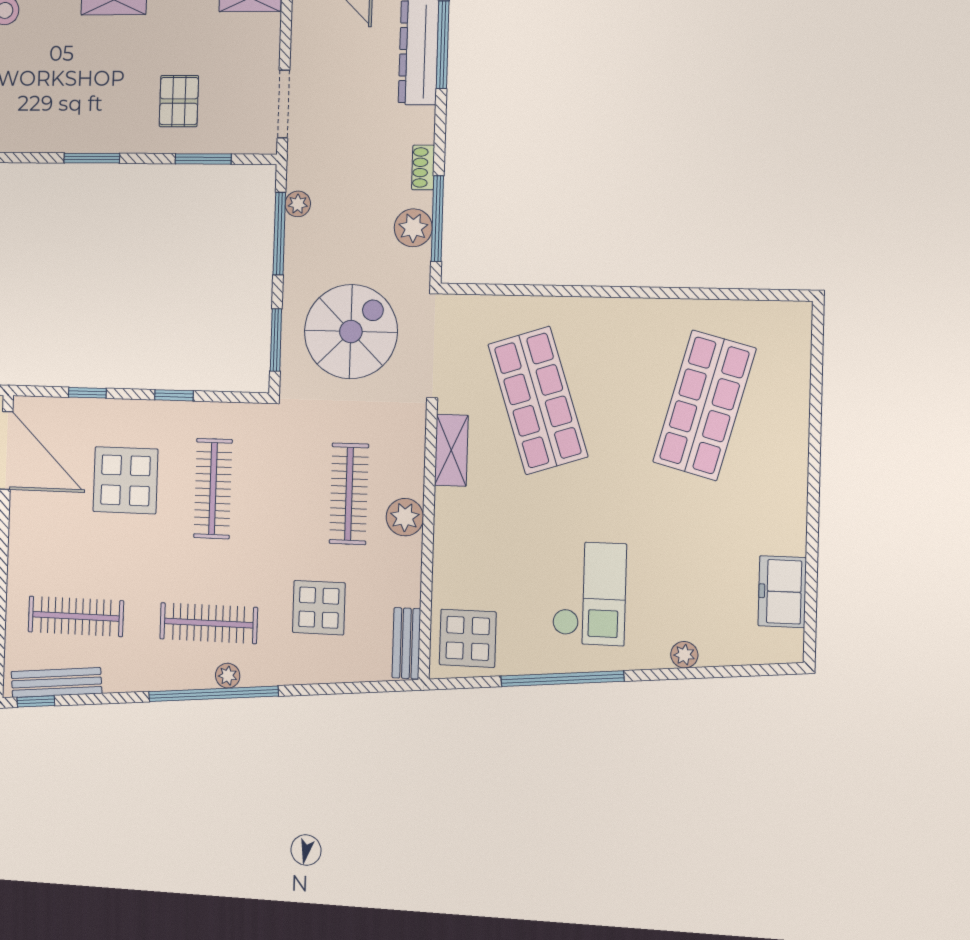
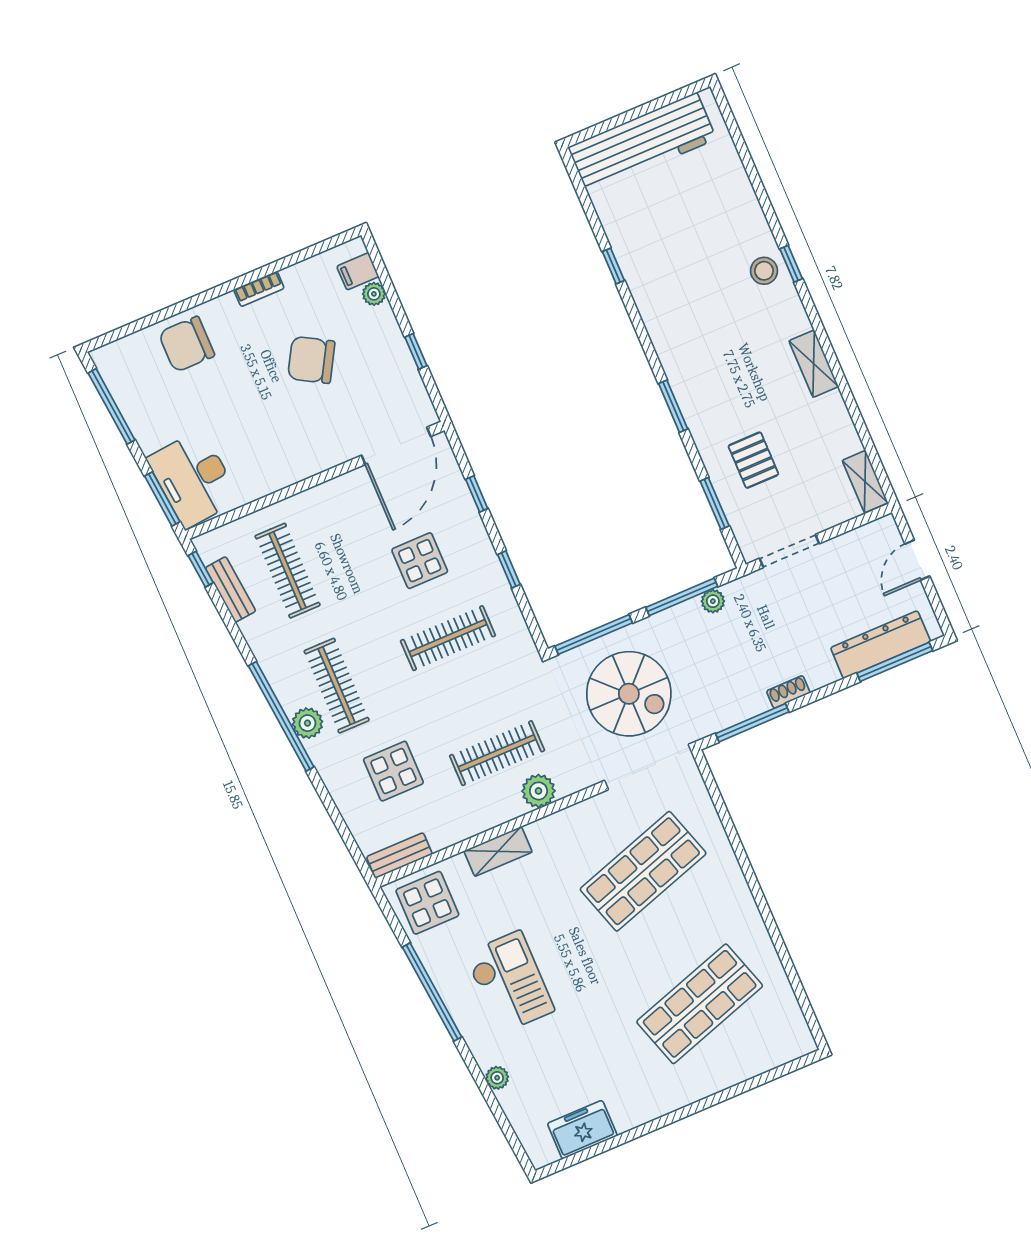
pallet: (179, 101) -> (753, 460), turned 90
plant: (413, 228) -> (736, 706), removed
window: (276, 340) -> (594, 634), width x1.44
shop shelf: (704, 405) -> (700, 1004), turned -33
shelving: (451, 450) -> (498, 851), moved
display table: (125, 480) -> (420, 561), width x0.73, depth x0.73
plant: (405, 517) -> (538, 791), moved
checkout: (589, 593) -> (510, 982), turned -90
plant: (228, 676) -> (307, 723), width x1.38, depth x1.38
bench: (56, 682) -> (231, 589), width x0.73

